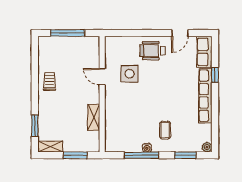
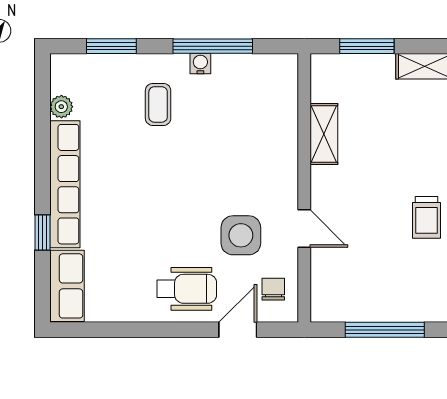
door: (180, 33) -> (238, 330), moved
chair: (116, 51) -> (273, 289), added
plant: (207, 147) -> (61, 107), moved

